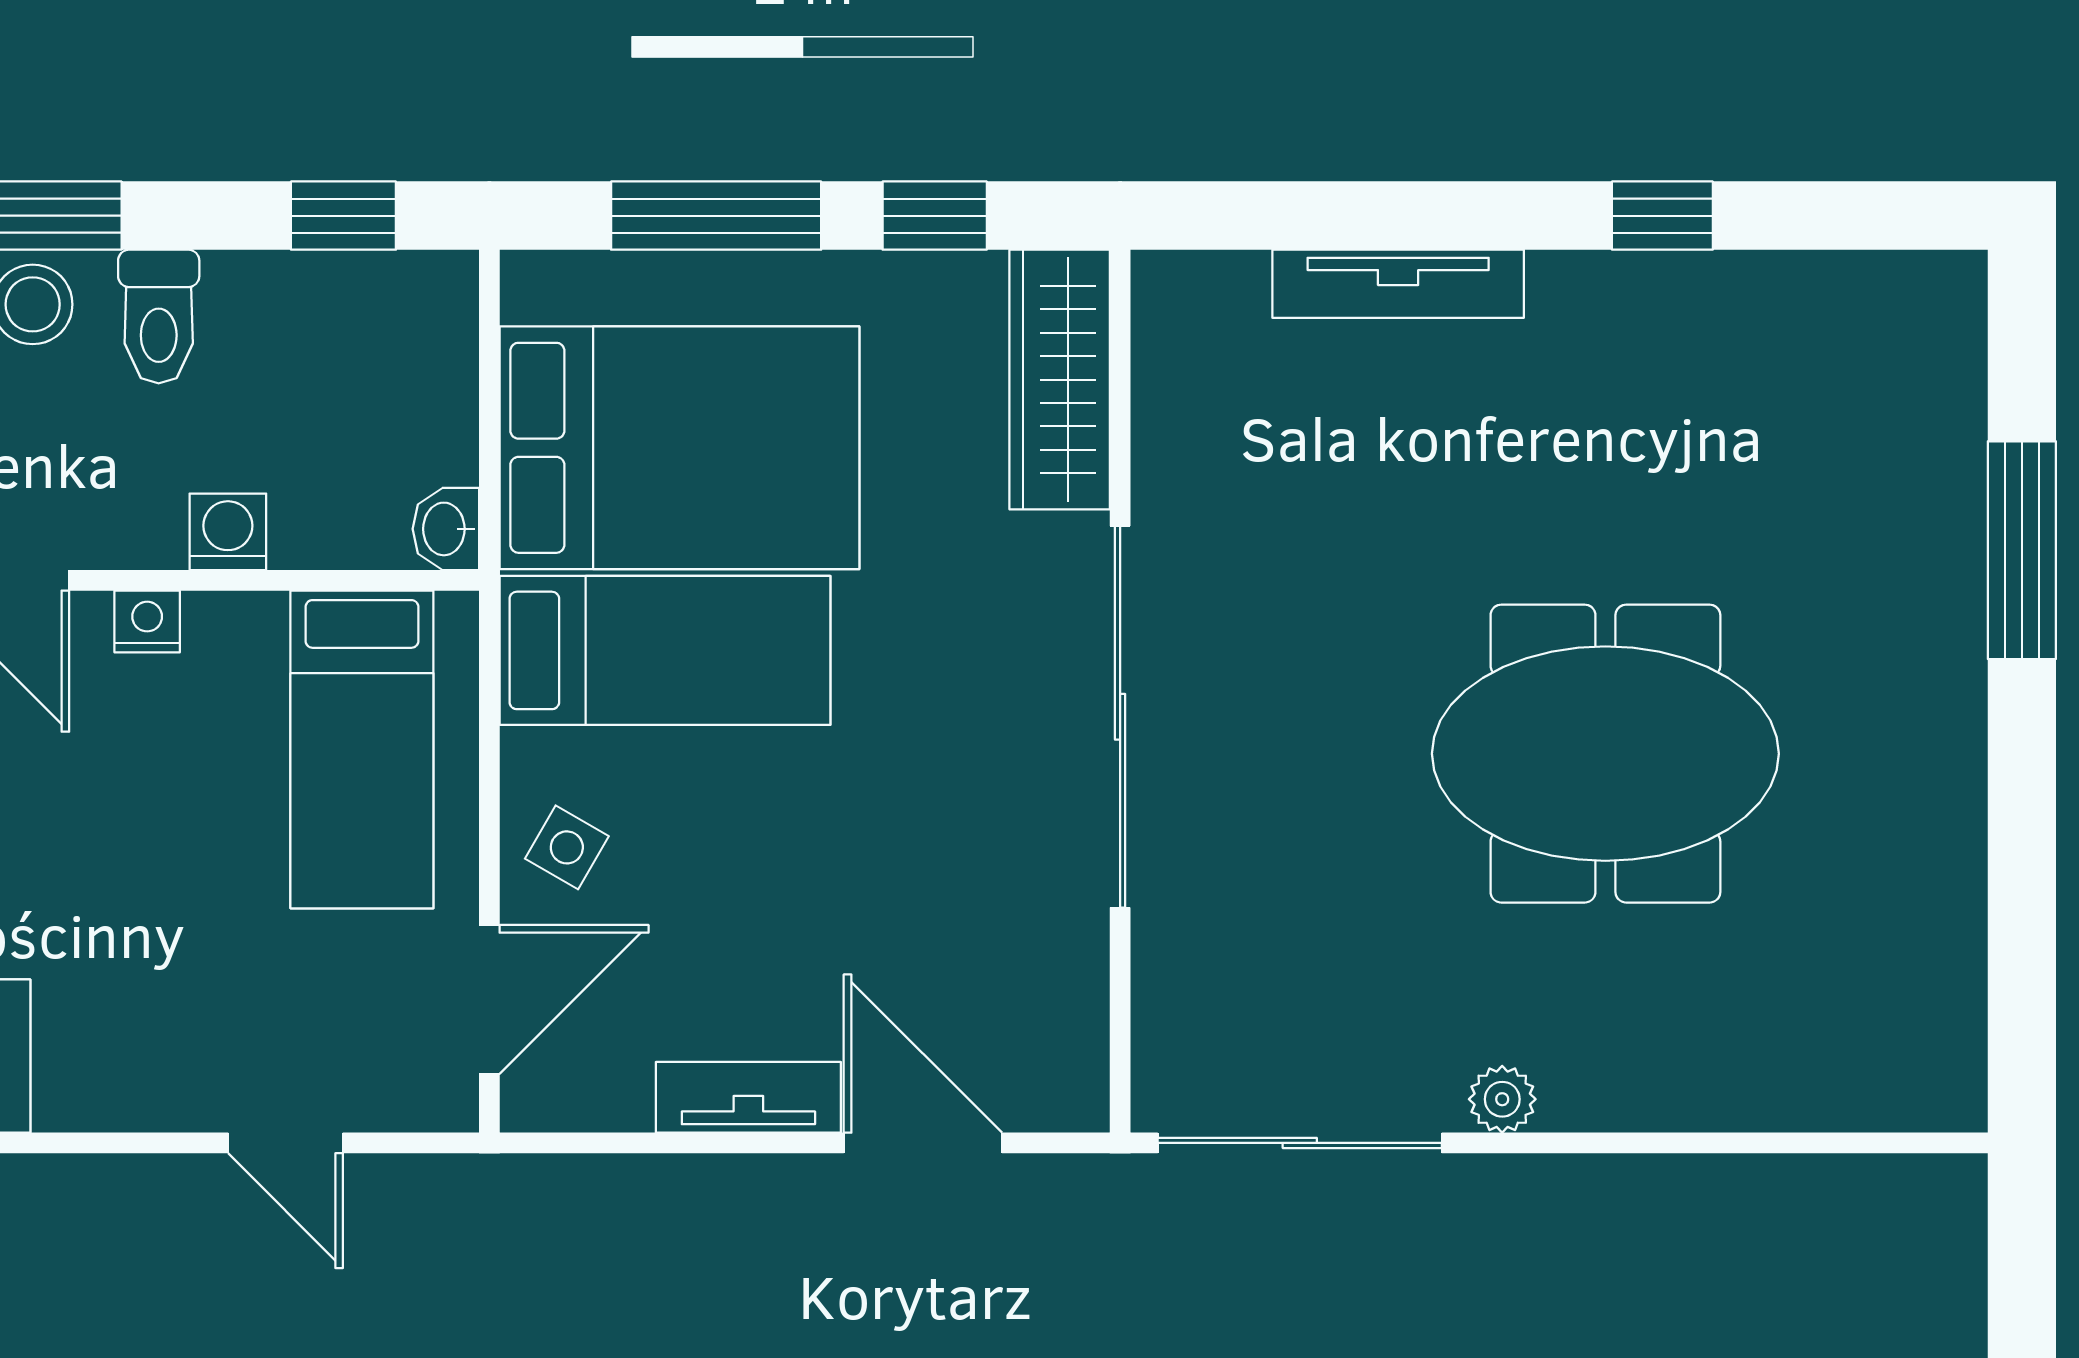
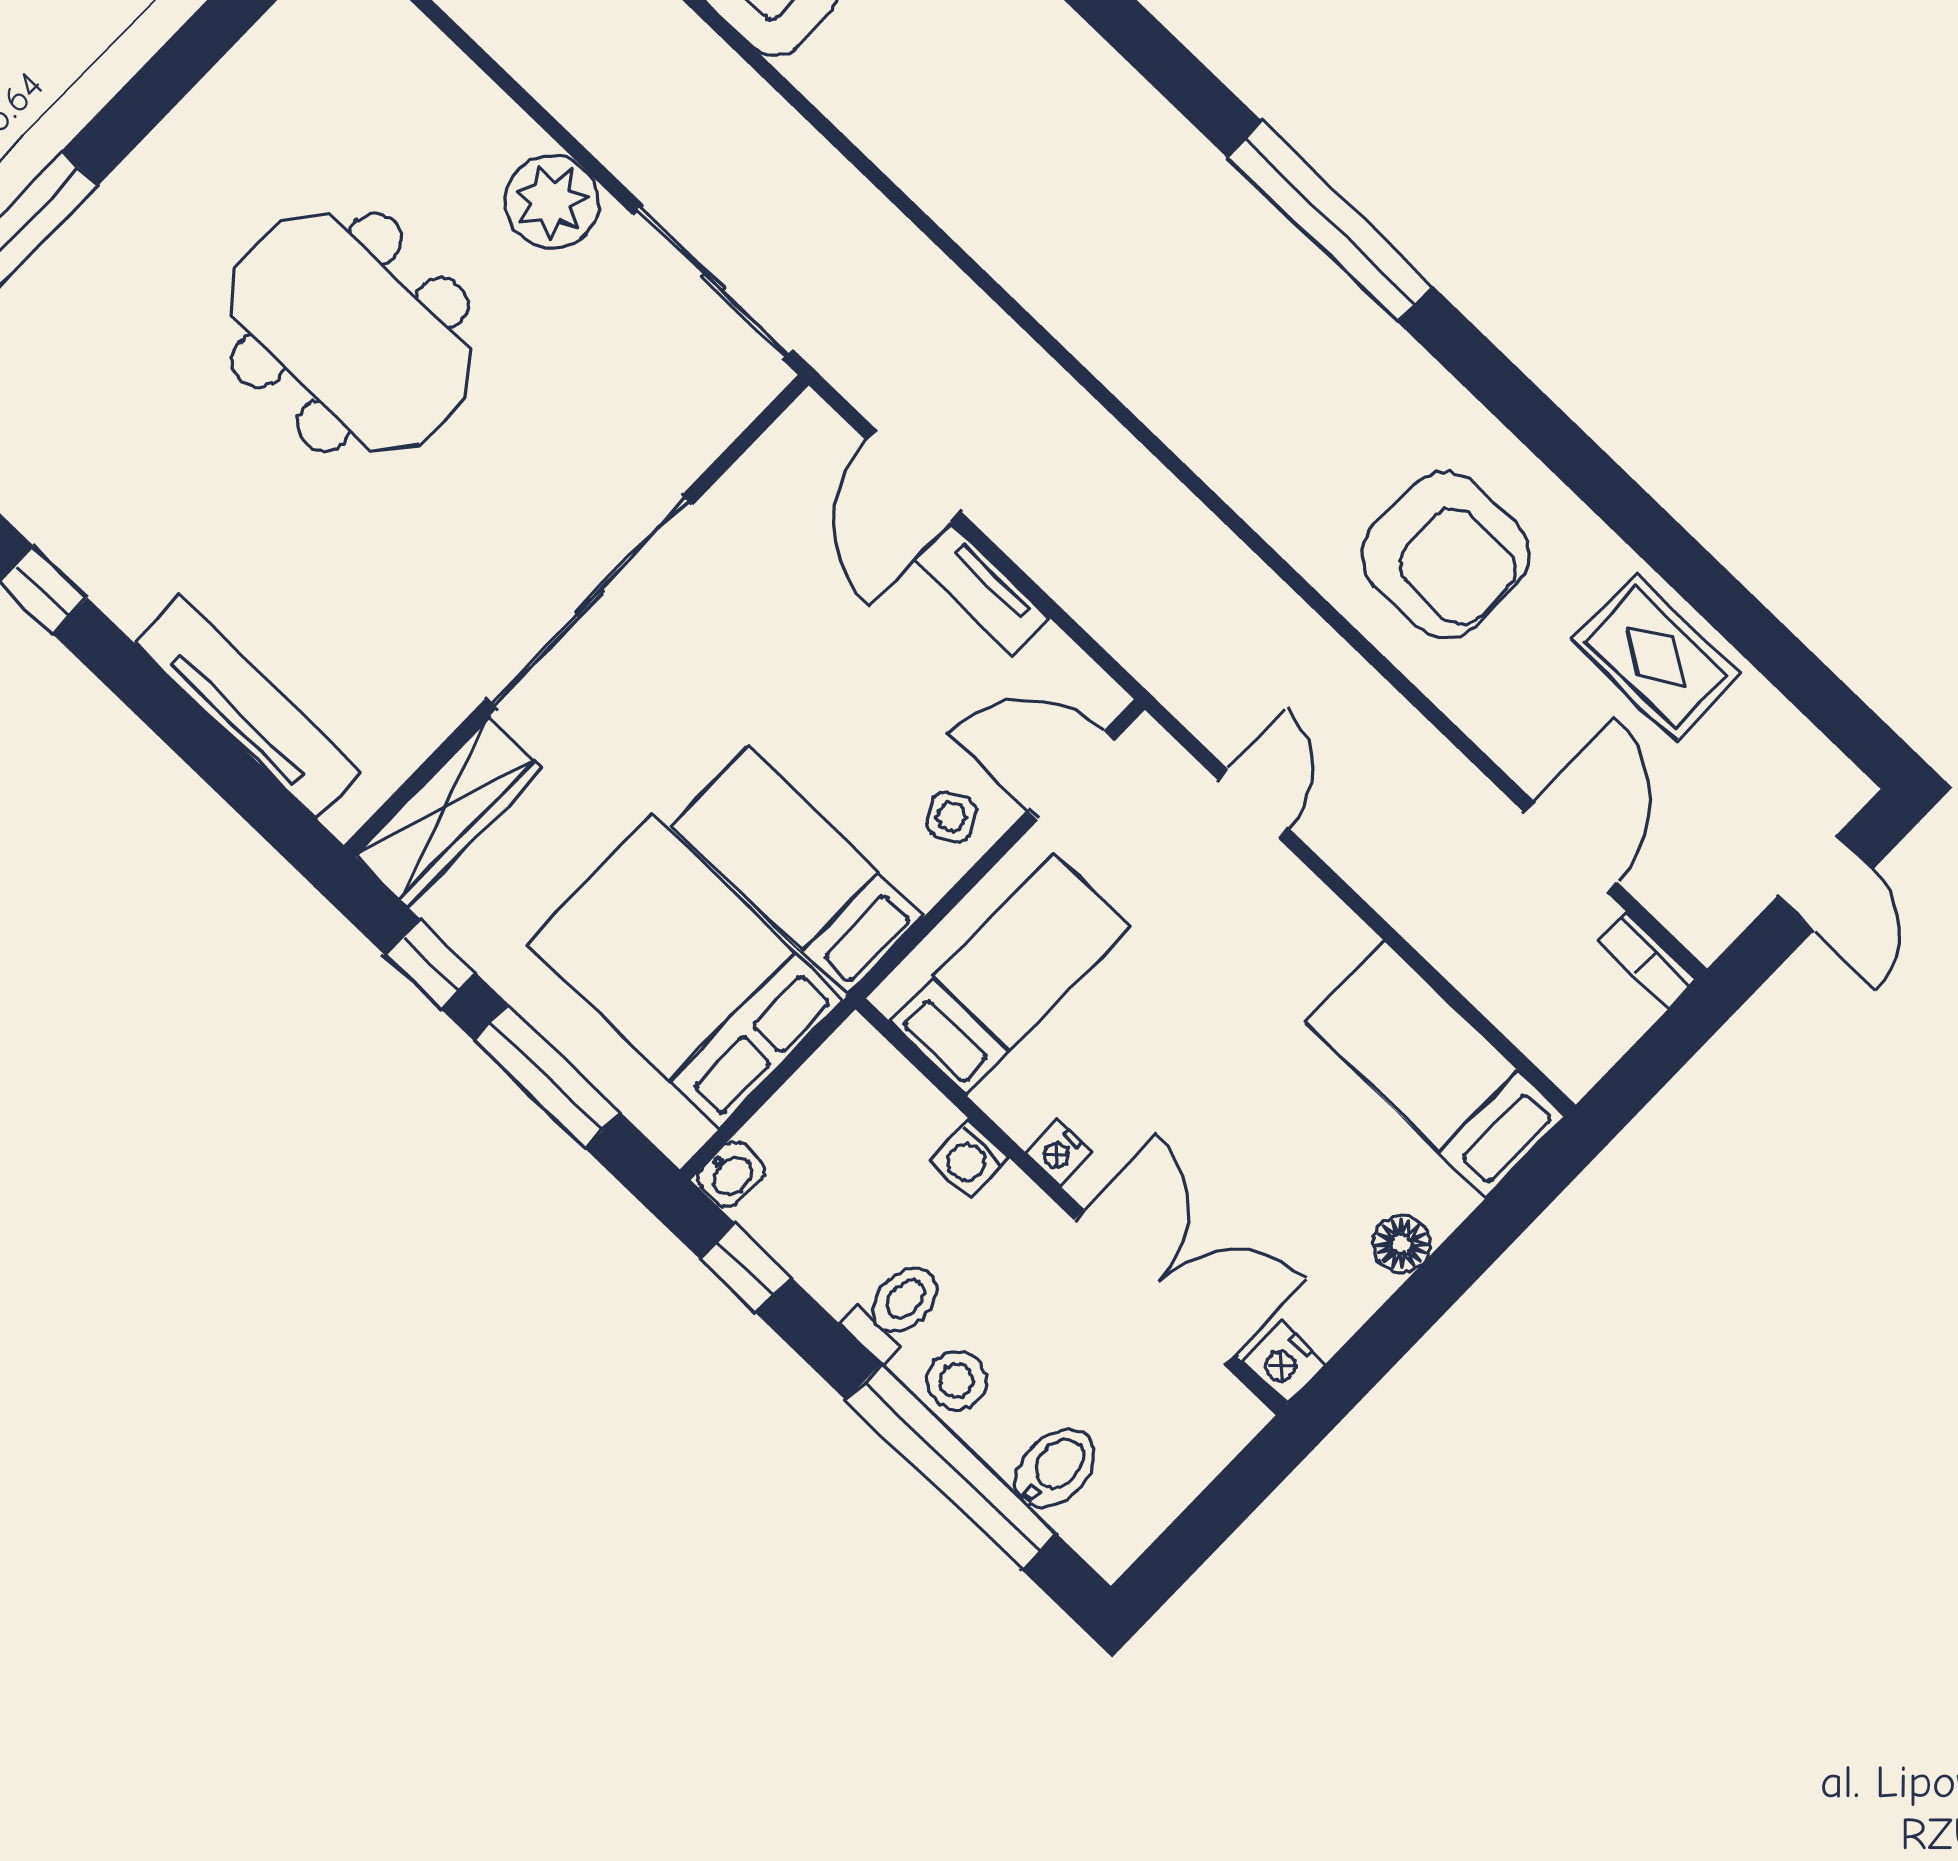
tv unit: (1398, 284) -> (248, 707), width x1.36, depth x1.29
washbasin: (446, 529) -> (731, 1174), moved
side table: (567, 847) -> (951, 817), turned 31
plant: (1502, 1099) -> (552, 202), width x1.87, depth x1.87

